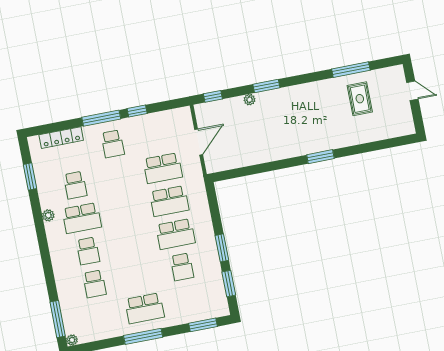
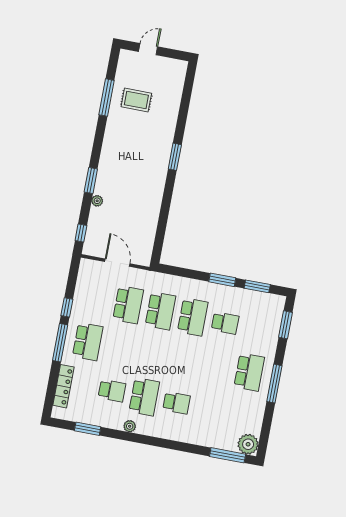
school desk: (113, 144) -> (88, 342), width x1.85
school desk: (94, 284) -> (209, 409), removed
plant: (72, 340) -> (248, 444), width x1.88, depth x1.88

